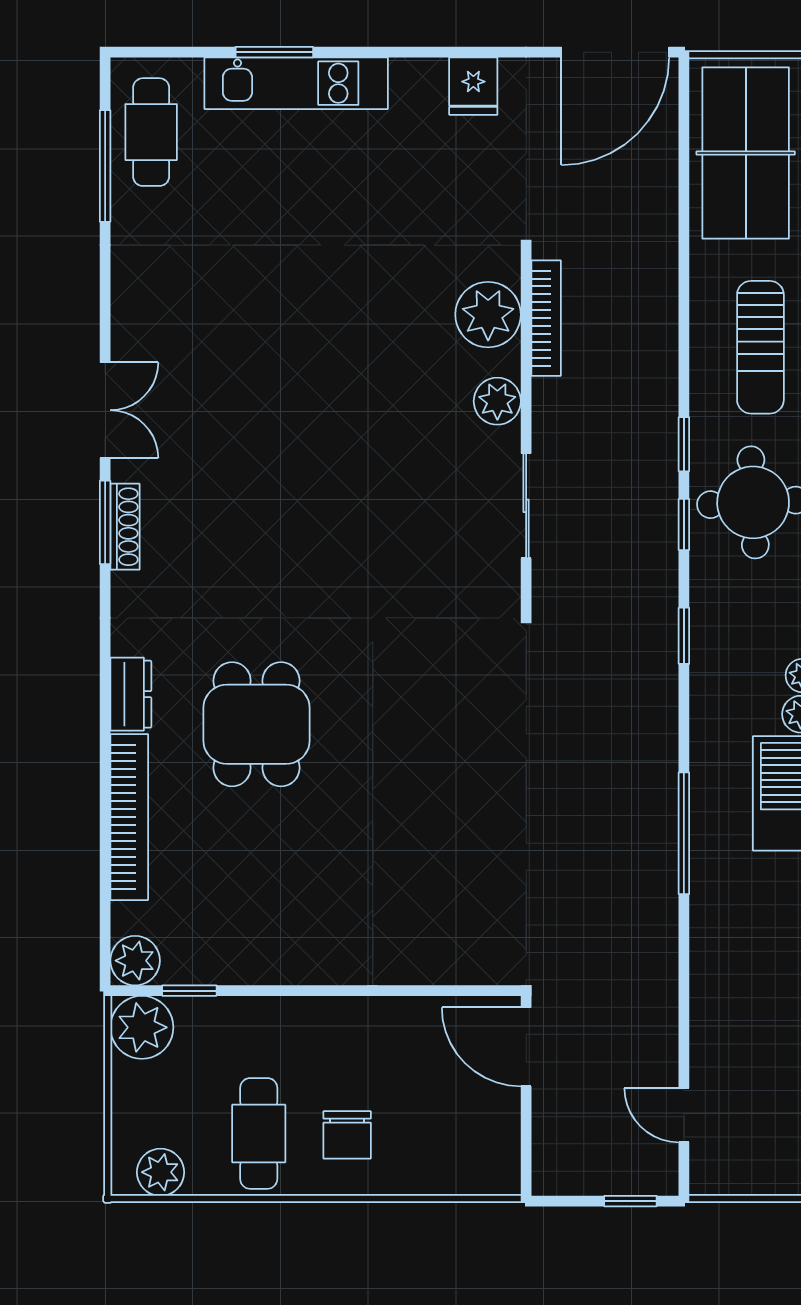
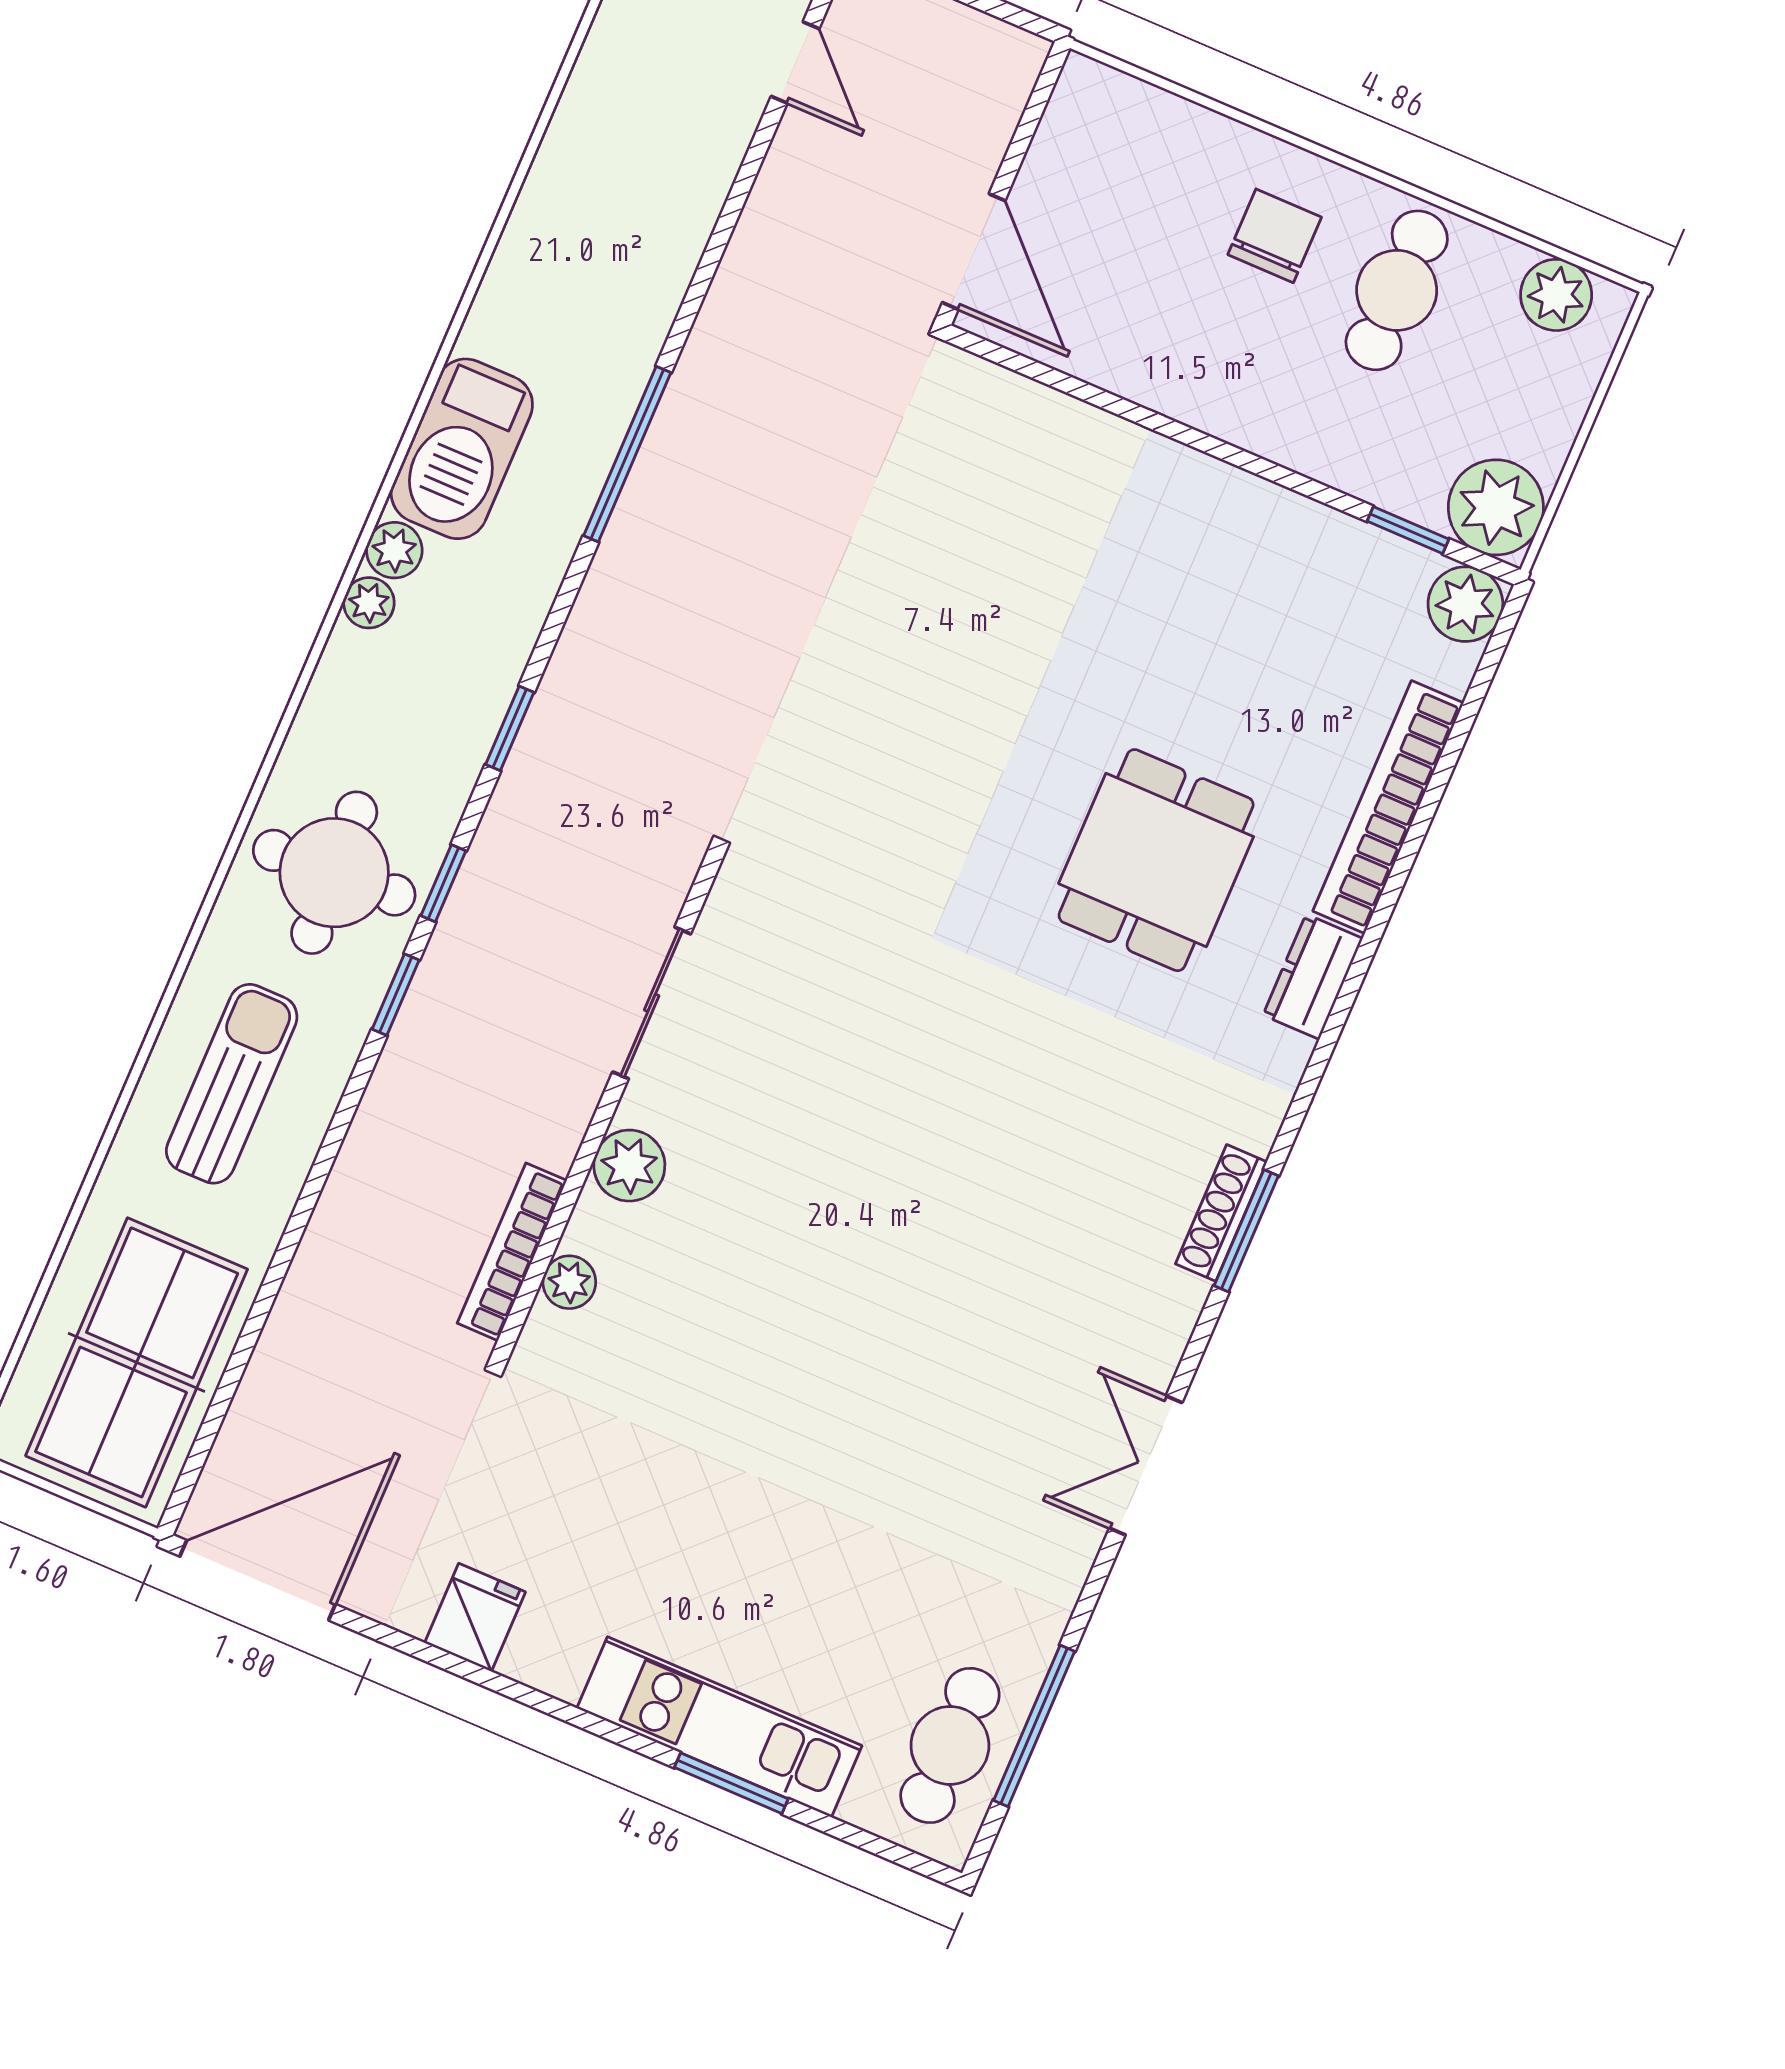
plant: (488, 315) -> (569, 1282), width x0.53, depth x0.53
double door: (105, 410) -> (1146, 1465), moved

